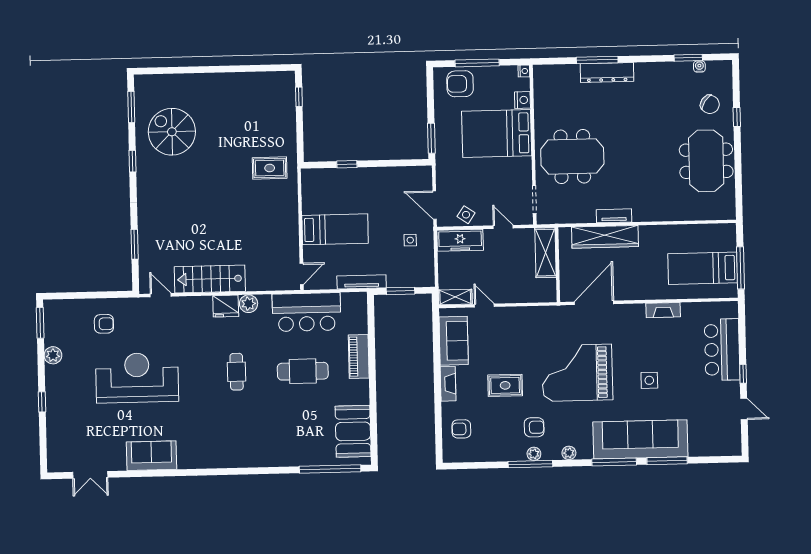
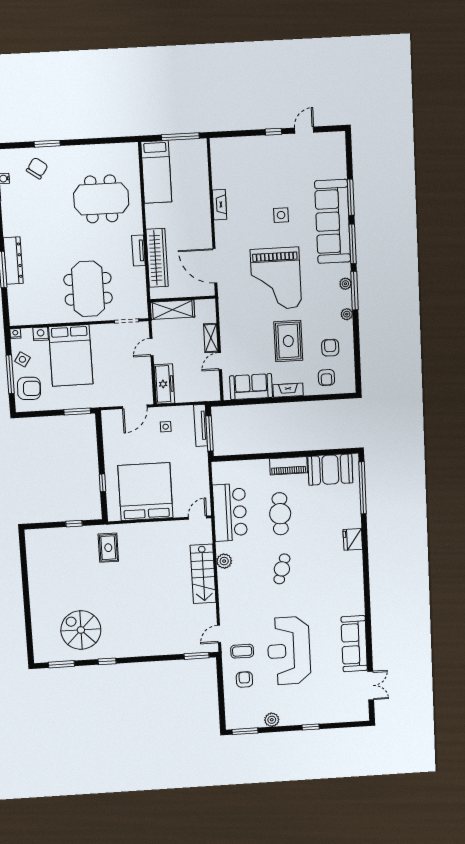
armchair: (460, 84) -> (29, 388), turned -87
window: (299, 97) -> (74, 524), moved
window: (737, 117) -> (47, 144), width x1.50
spiral stairs: (172, 132) -> (81, 630), turned 90
meeting table: (706, 161) -> (101, 199), moved
side table: (466, 215) -> (22, 359), moved
bed: (335, 229) -> (145, 492), width x2.04
window: (135, 244) -> (197, 656), moved
bed: (703, 268) -> (156, 172), moved
door: (302, 274) -> (197, 518), hinge flipped
stairs: (210, 279) -> (203, 574), moved
tv unit: (362, 282) -> (201, 425), moved
window: (401, 291) -> (210, 433), width x1.44
shelving: (455, 297) -> (211, 338), moved
fridge: (226, 306) -> (353, 539), moved, turned 180
coffee table: (139, 322) -> (242, 651), added
bar counter: (722, 350) -> (253, 151), removed
piano: (359, 357) -> (288, 466), moved
cafe table: (237, 372) -> (282, 569), turned -73
rug: (505, 385) -> (288, 341), width x1.36, depth x1.43
armchair: (534, 427) -> (330, 348), moved
sofa: (151, 456) -> (354, 644), width x1.36
window: (530, 464) -> (355, 291), moved

